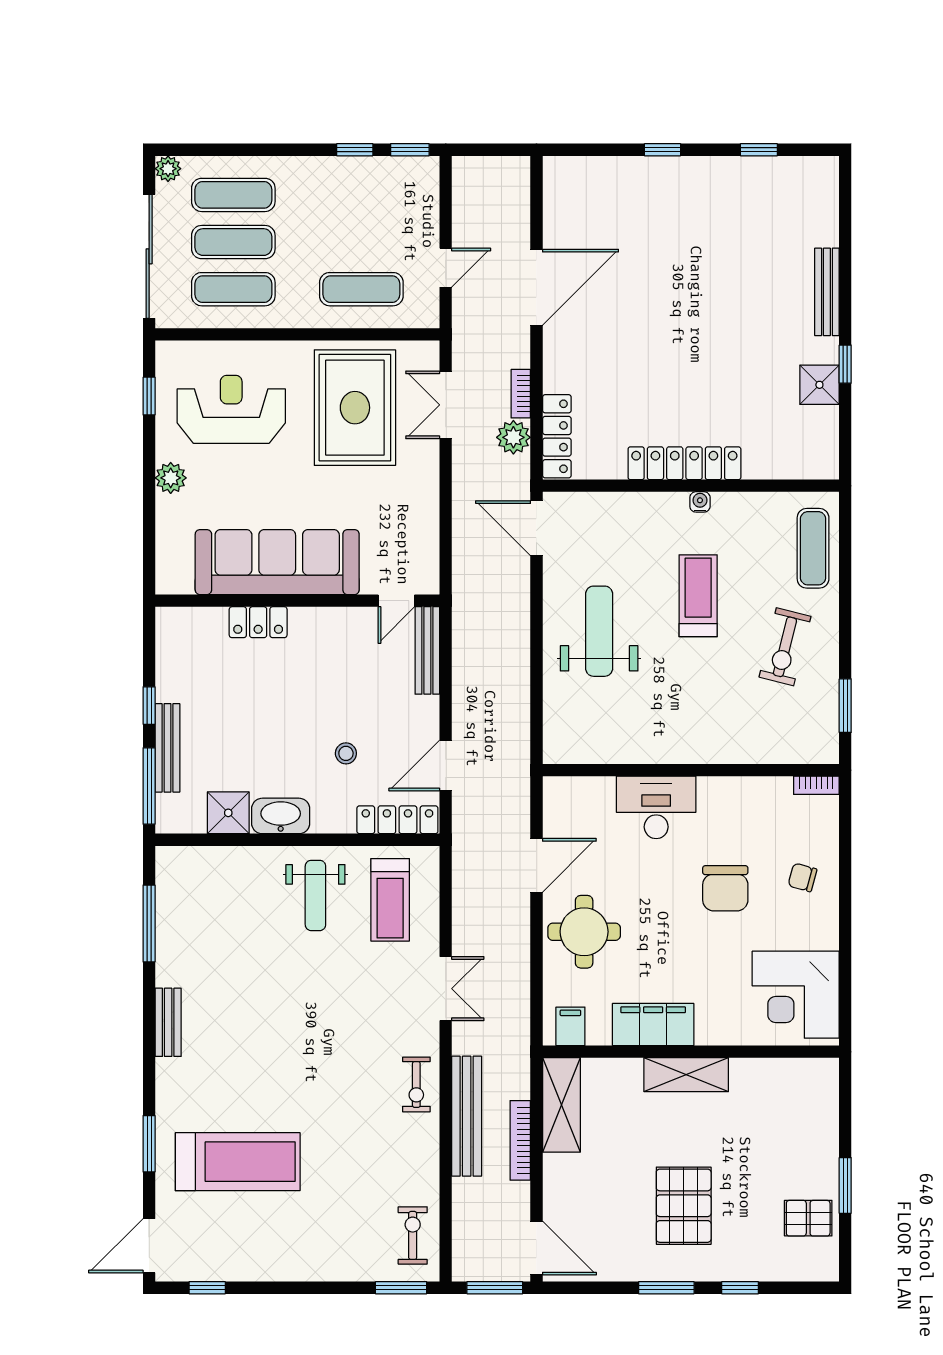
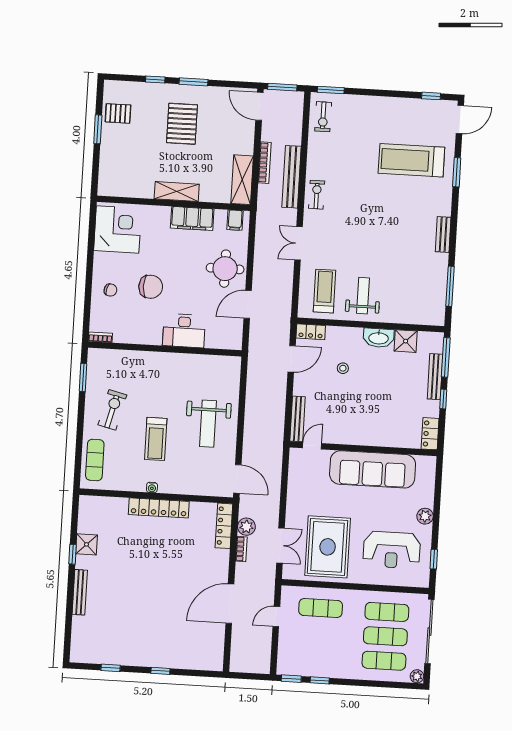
locker: (258, 622) -> (430, 434), moved, turned -90
locker: (397, 820) -> (311, 332), width x0.66
chair: (725, 888) -> (151, 287), turned 90

